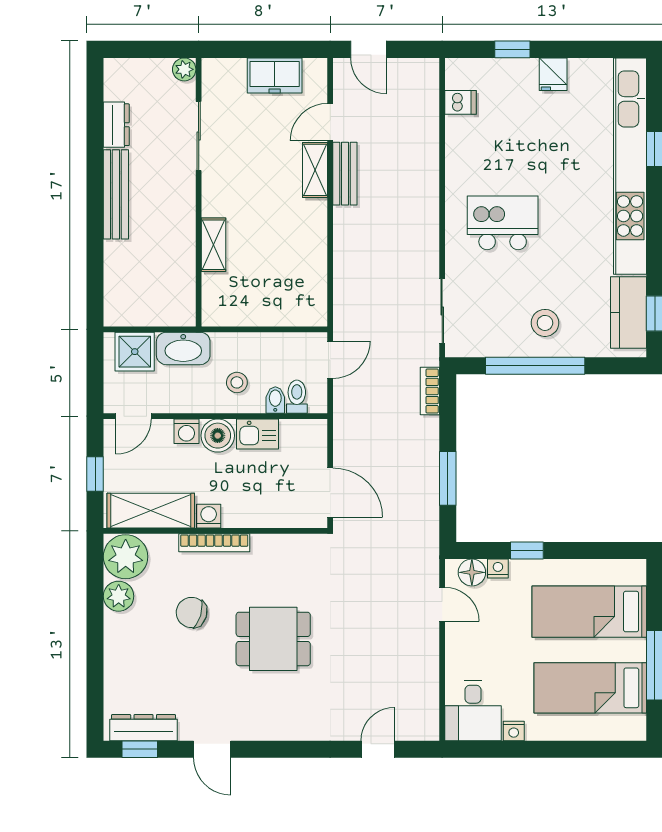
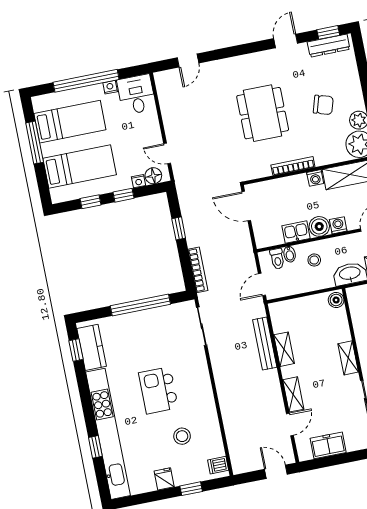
dishwasher: (460, 102) -> (218, 465), moved
bench: (345, 174) -> (265, 344), moved, width x1.36
kitchen island: (503, 223) -> (158, 390), moved, turned 90
shelving: (213, 245) -> (348, 358), moved
shelving: (315, 247) -> (284, 349), added
boiler: (214, 310) -> (336, 300), added
stool: (545, 323) -> (182, 436), moved
bookcase: (430, 391) -> (198, 270), width x1.56
window: (448, 478) -> (179, 228), width x0.67
bookcase: (214, 543) -> (293, 166), moved
window: (583, 550) -> (91, 202), added
chair: (192, 612) -> (323, 105), moved
dining table: (273, 639) -> (263, 113), width x1.38
door: (212, 749) -> (286, 41), hinge flipped
window: (551, 749) -> (86, 81), added

